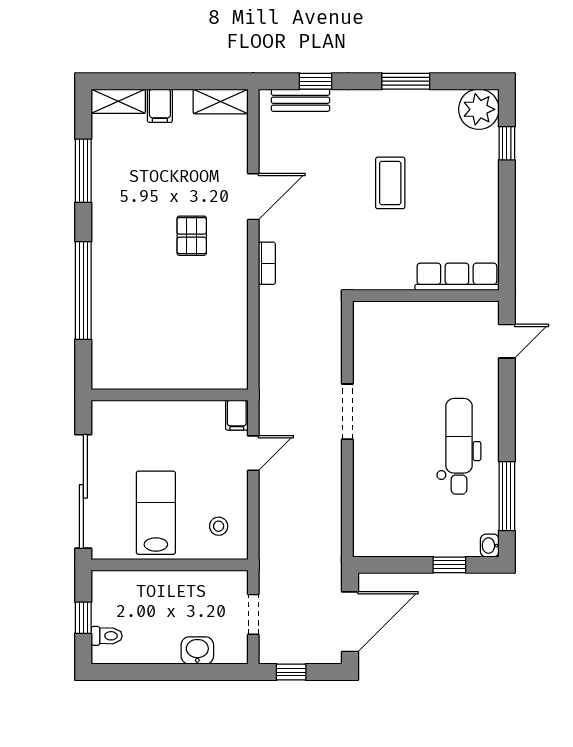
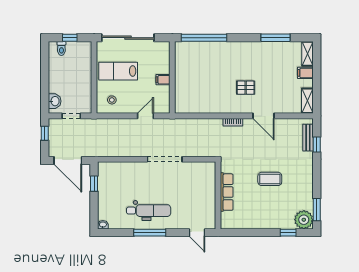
window: (406, 81) -> (317, 210), moved
row of seats: (457, 277) -> (227, 192), moved
window: (83, 290) -> (204, 38), moved
doorway: (347, 412) -> (165, 159), width x1.36
filing cabinet: (237, 415) -> (163, 80), moved
door: (253, 453) -> (146, 116), swing flipped
window: (507, 496) -> (150, 233), moved
lab bench: (156, 513) -> (118, 71), turned 180
window: (449, 565) -> (94, 184), moved
washbasin: (197, 650) -> (55, 101), moved

